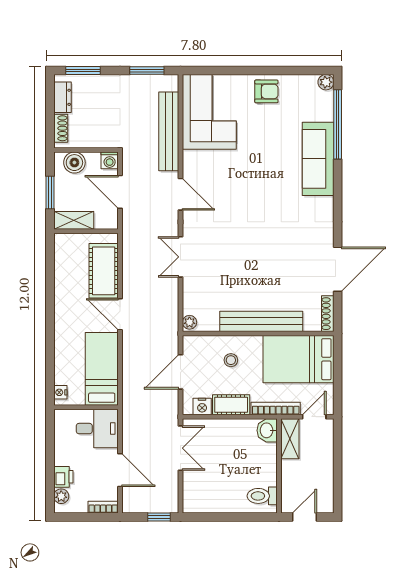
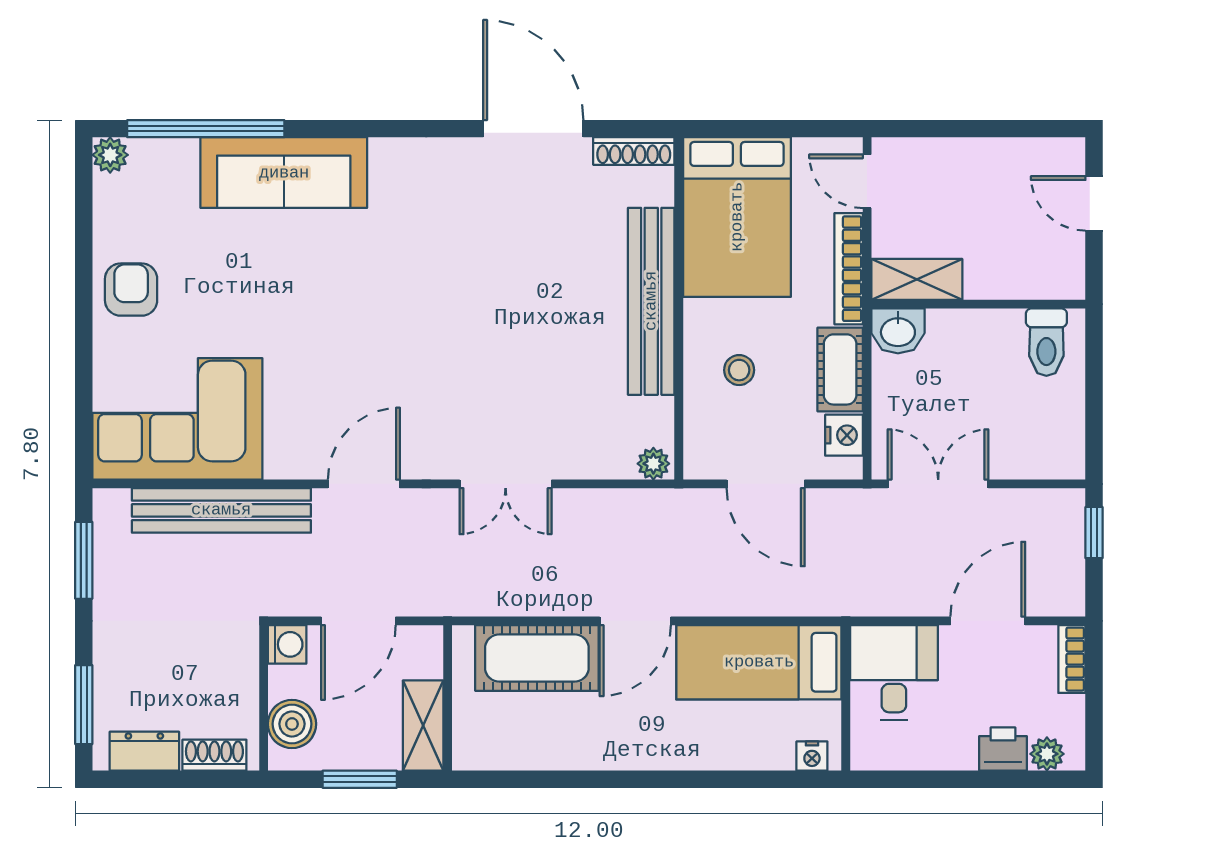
washbasin: (267, 430) -> (898, 331), moved
shelving: (290, 439) -> (917, 279), moved
wall: (279, 466) -> (978, 304), moved
toilet: (262, 496) -> (1046, 342), moved

